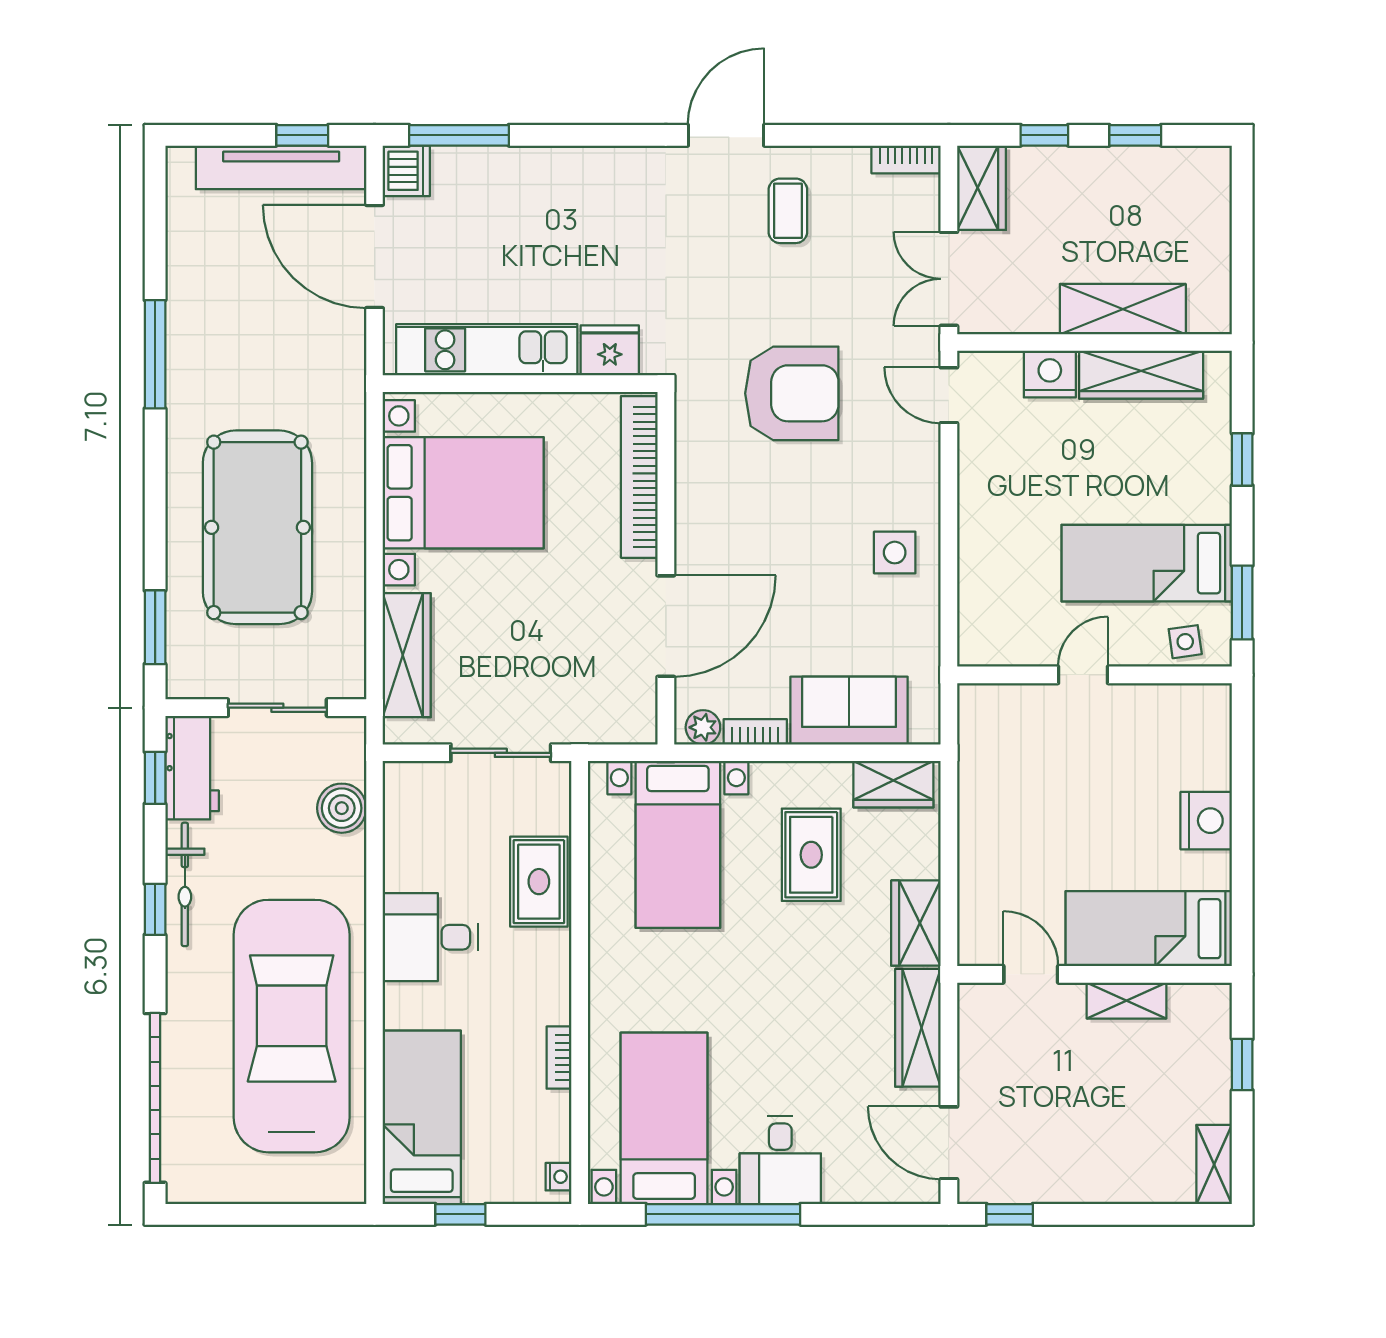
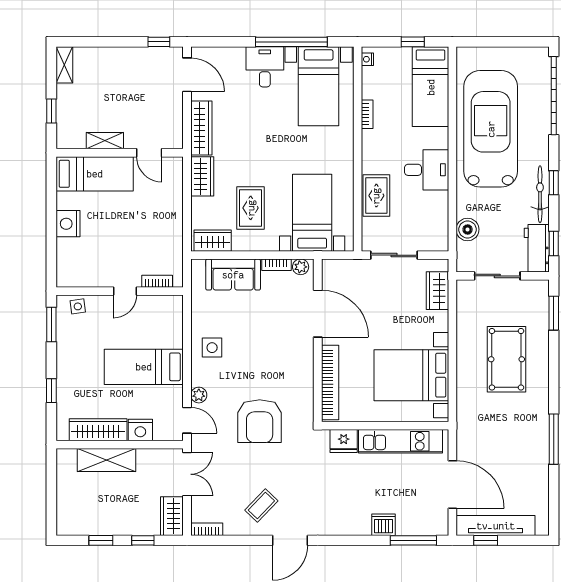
dishwasher: (406, 171) -> (383, 525), moved, turned 90
coffee table: (788, 211) -> (261, 505), turned 44
armchair: (792, 393) -> (260, 421), turned -90
plant: (923, 450) -> (199, 395), added
pool table: (257, 527) -> (506, 359), width x0.73, depth x0.76
bed: (1147, 563) -> (144, 367), moved, turned 180
door: (666, 626) -> (318, 314), swing flipped
wardrobe: (407, 655) -> (437, 291), width x0.67
bookcase: (1013, 696) -> (157, 281), added
car: (292, 1026) -> (491, 129), turned 180

